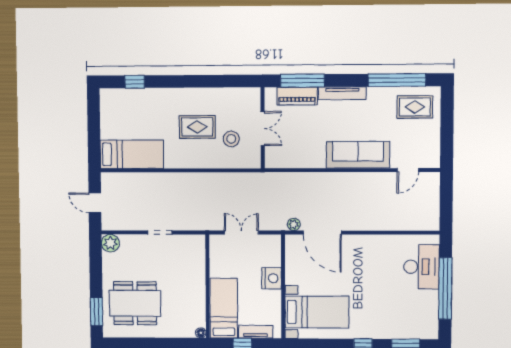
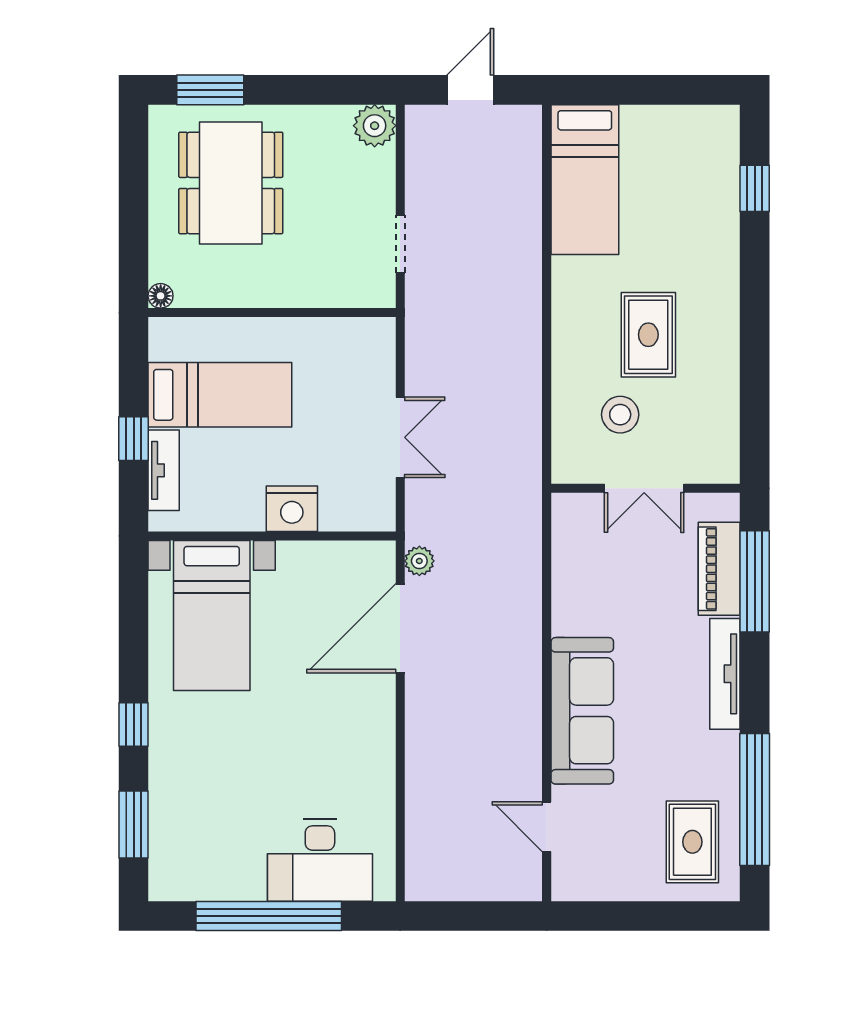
wall: (208, 286) -> (272, 313), moved
floor lamp: (201, 333) -> (161, 296), moved

